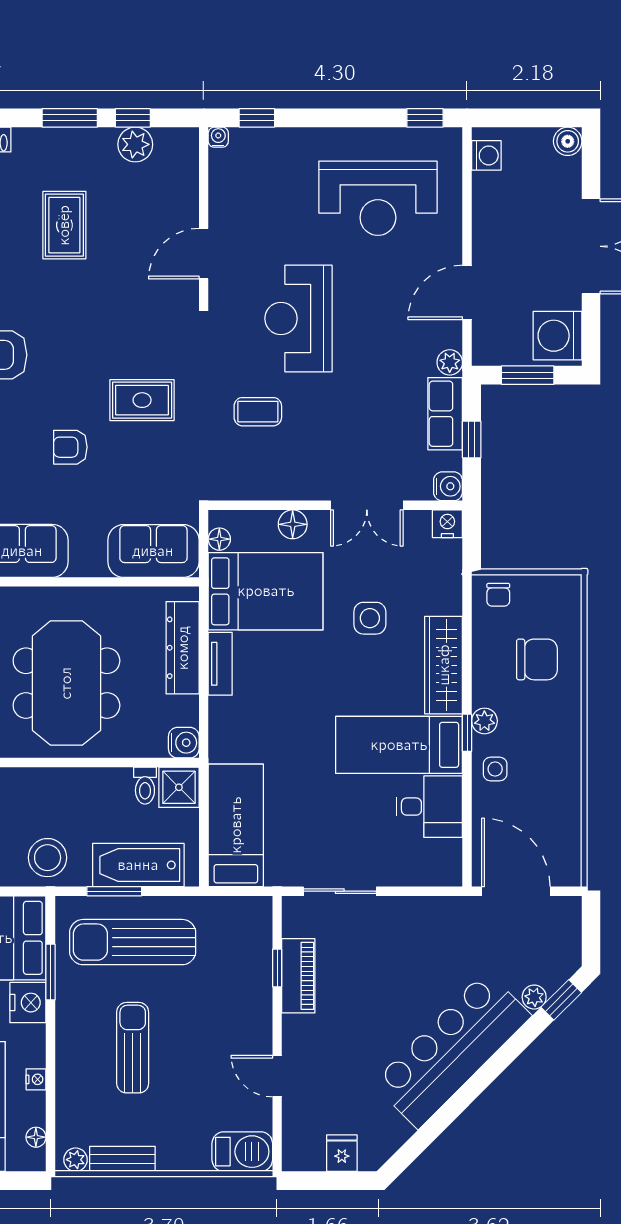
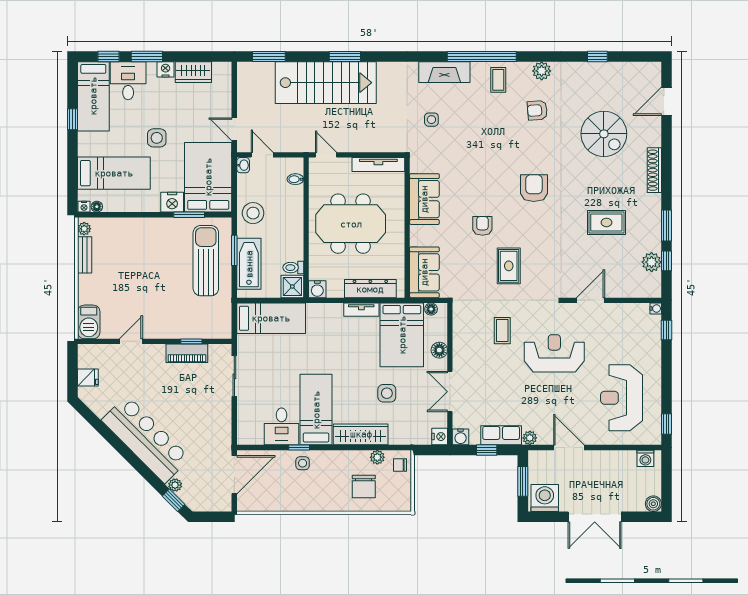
door: (204, 254) -> (591, 300), hinge flipped
plant: (484, 721) -> (377, 457), moved
window: (467, 733) -> (299, 448), moved
sun lounger: (133, 1048) -> (147, 261), removed
nightstand: (36, 1079) -> (84, 207), moved

